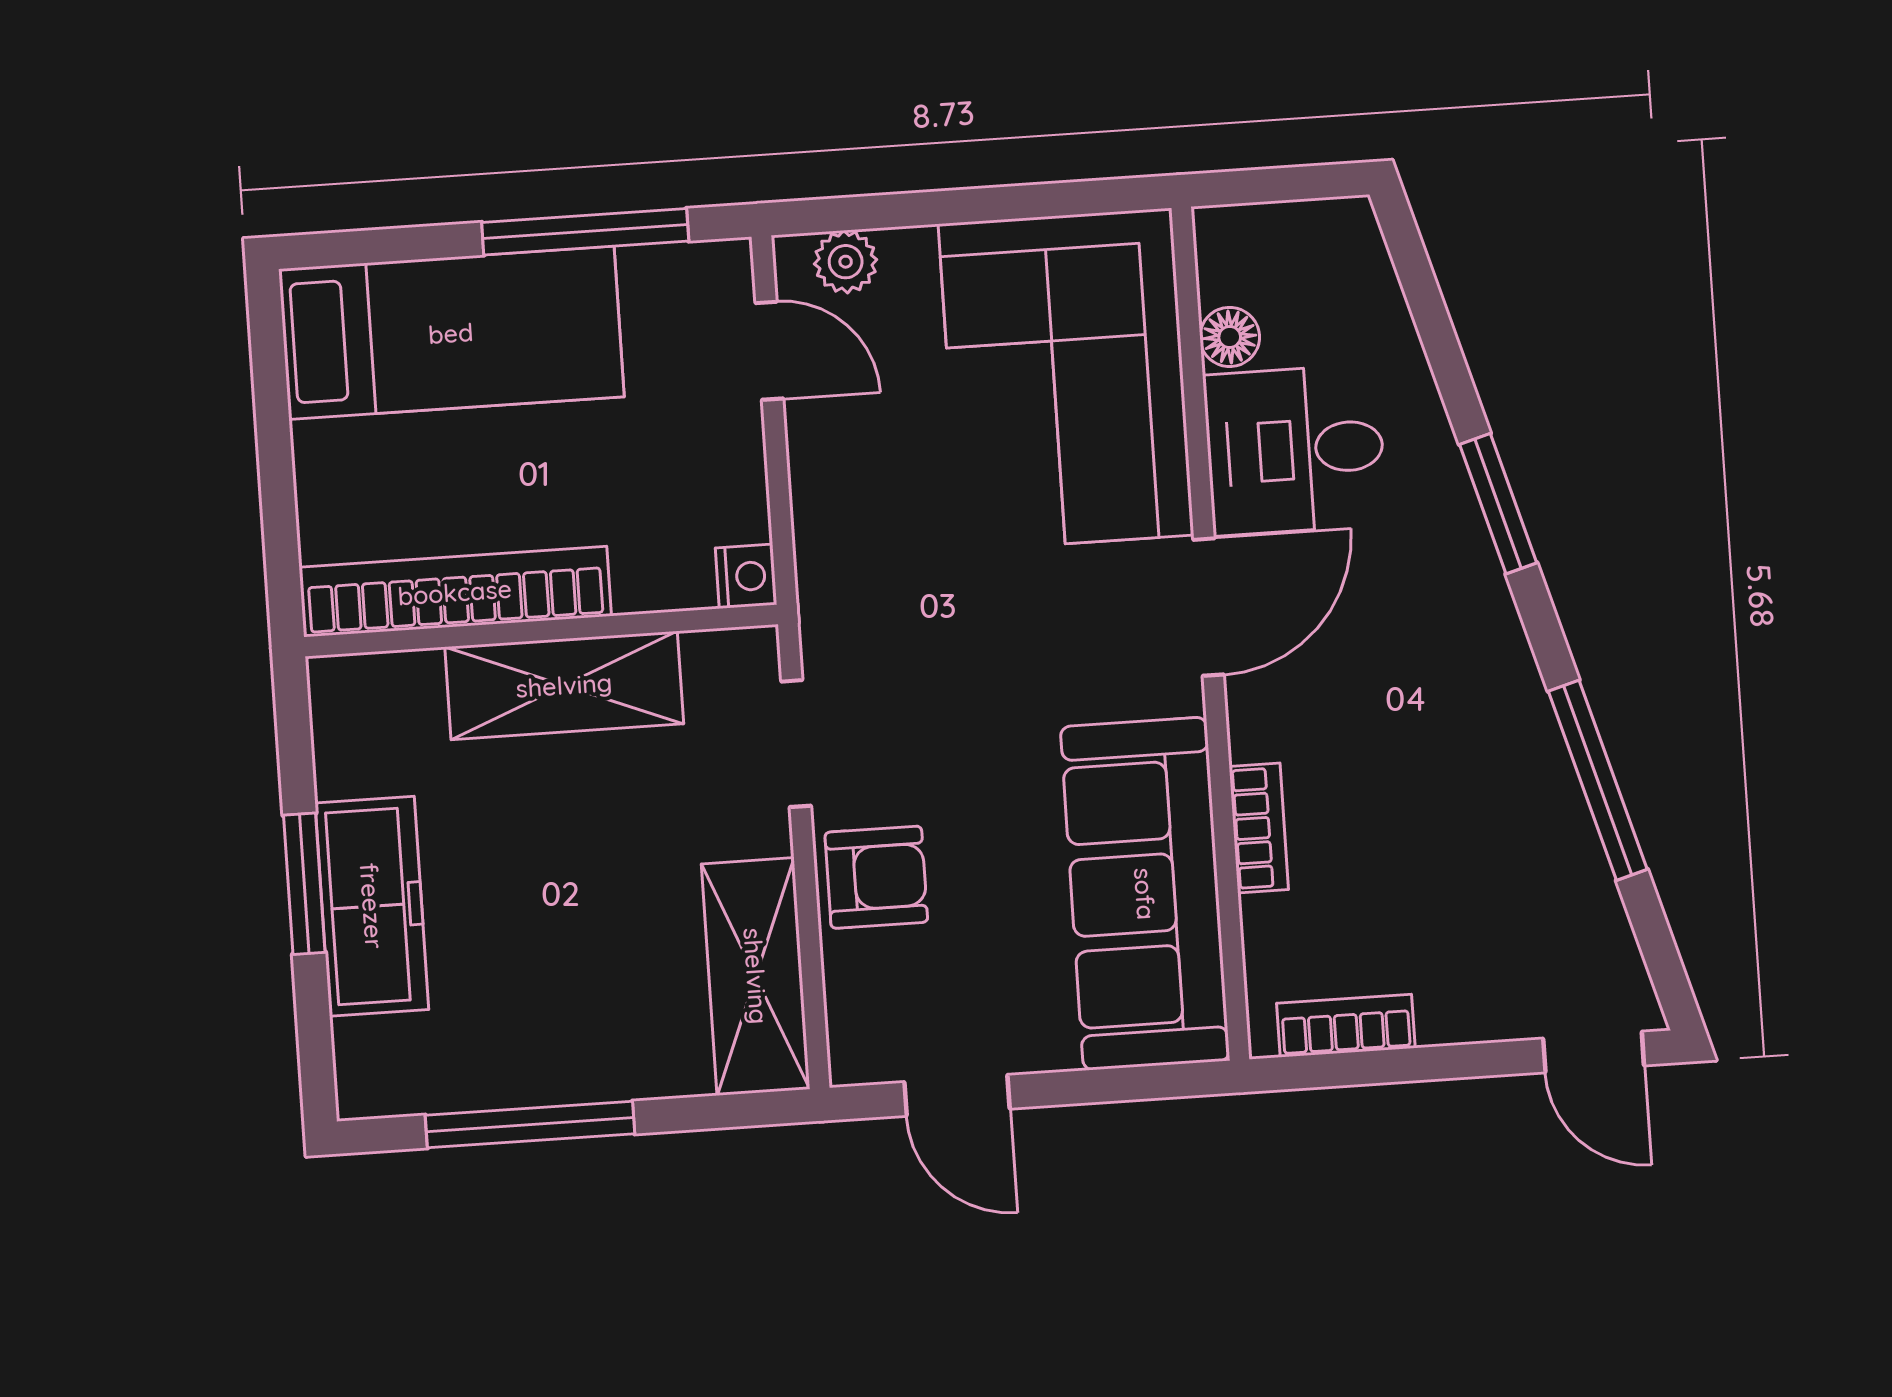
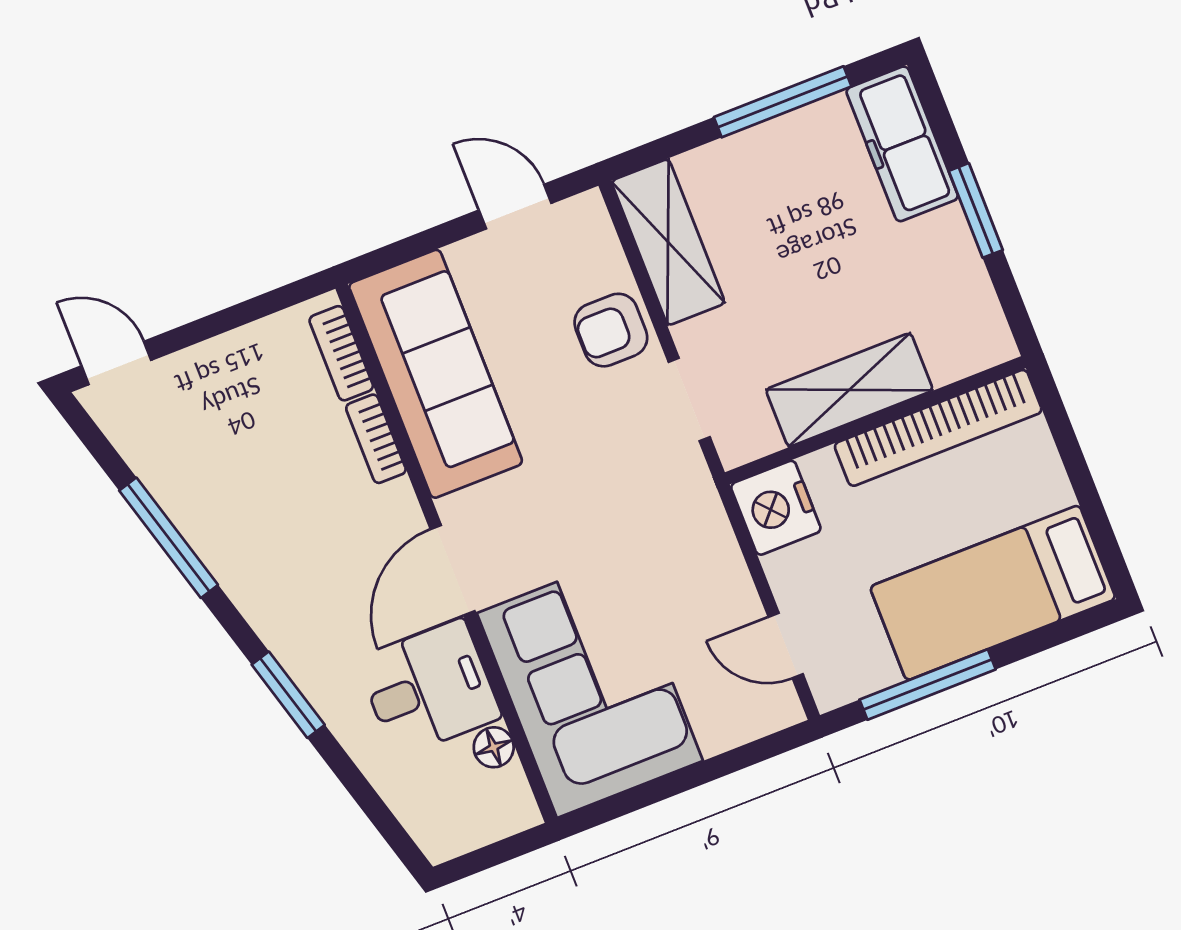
plant: (846, 262) -> (755, 718), removed
nightstand: (746, 576) -> (776, 508), width x1.89, depth x1.79
freezer: (372, 906) -> (902, 144), moved
bookcase: (1346, 1026) -> (341, 353), moved, turned 90

